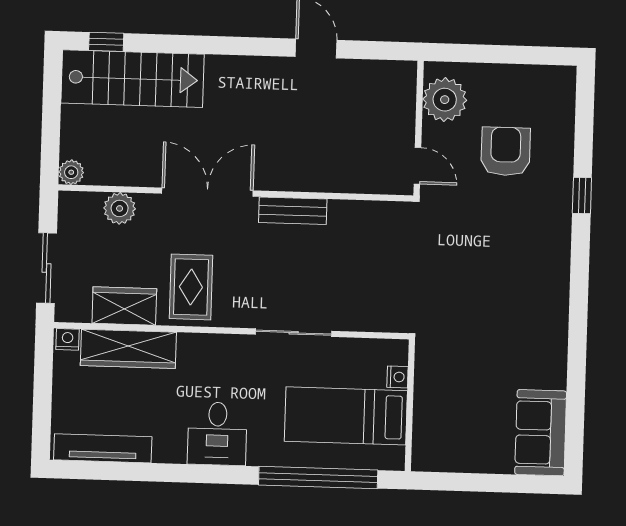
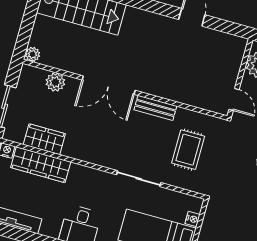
double door: (207, 192) -> (109, 85), swing flipped
rug: (191, 287) -> (188, 150), moved

